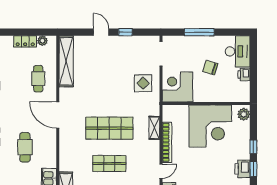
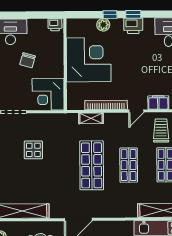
printer: (244, 74) -> (55, 25), moved
display table: (143, 83) -> (33, 150), moved
plant: (244, 114) -> (103, 25), moved
door: (161, 171) -> (136, 111), swing flipped

